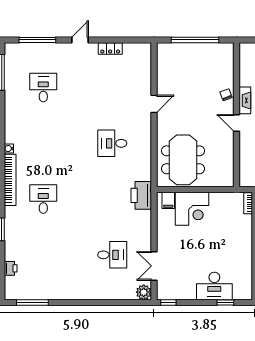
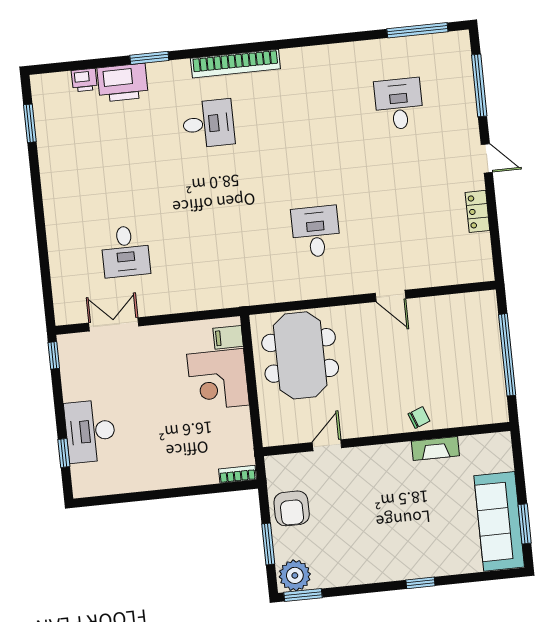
desk: (43, 88) -> (399, 104), turned -90
fireplace: (245, 100) -> (435, 448), moved
door: (237, 123) -> (327, 445), moved
water cooler: (9, 148) -> (289, 56), removed
meeting table: (183, 160) -> (300, 355), turned 90
printer: (141, 195) -> (123, 83), moved, turned 180
plant: (144, 292) -> (67, 312), removed
window: (32, 302) -> (30, 123), width x0.69

